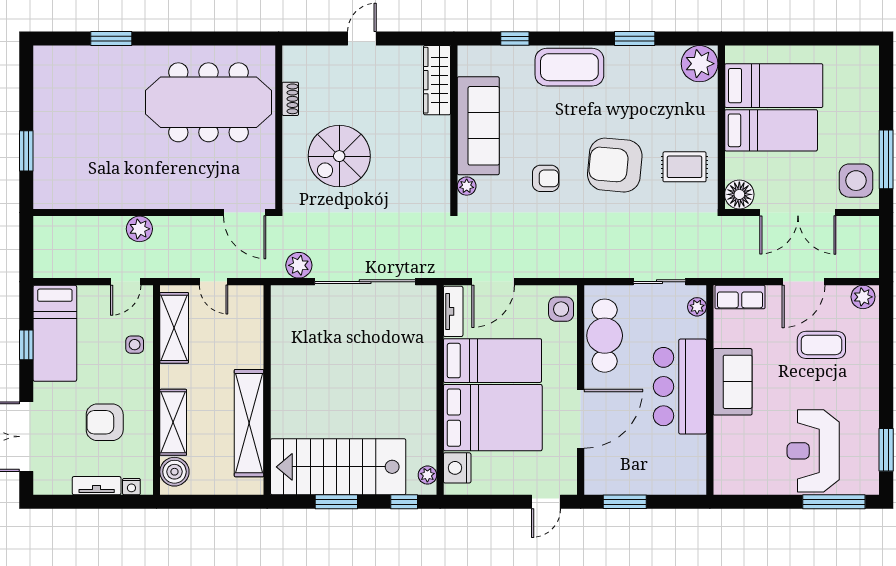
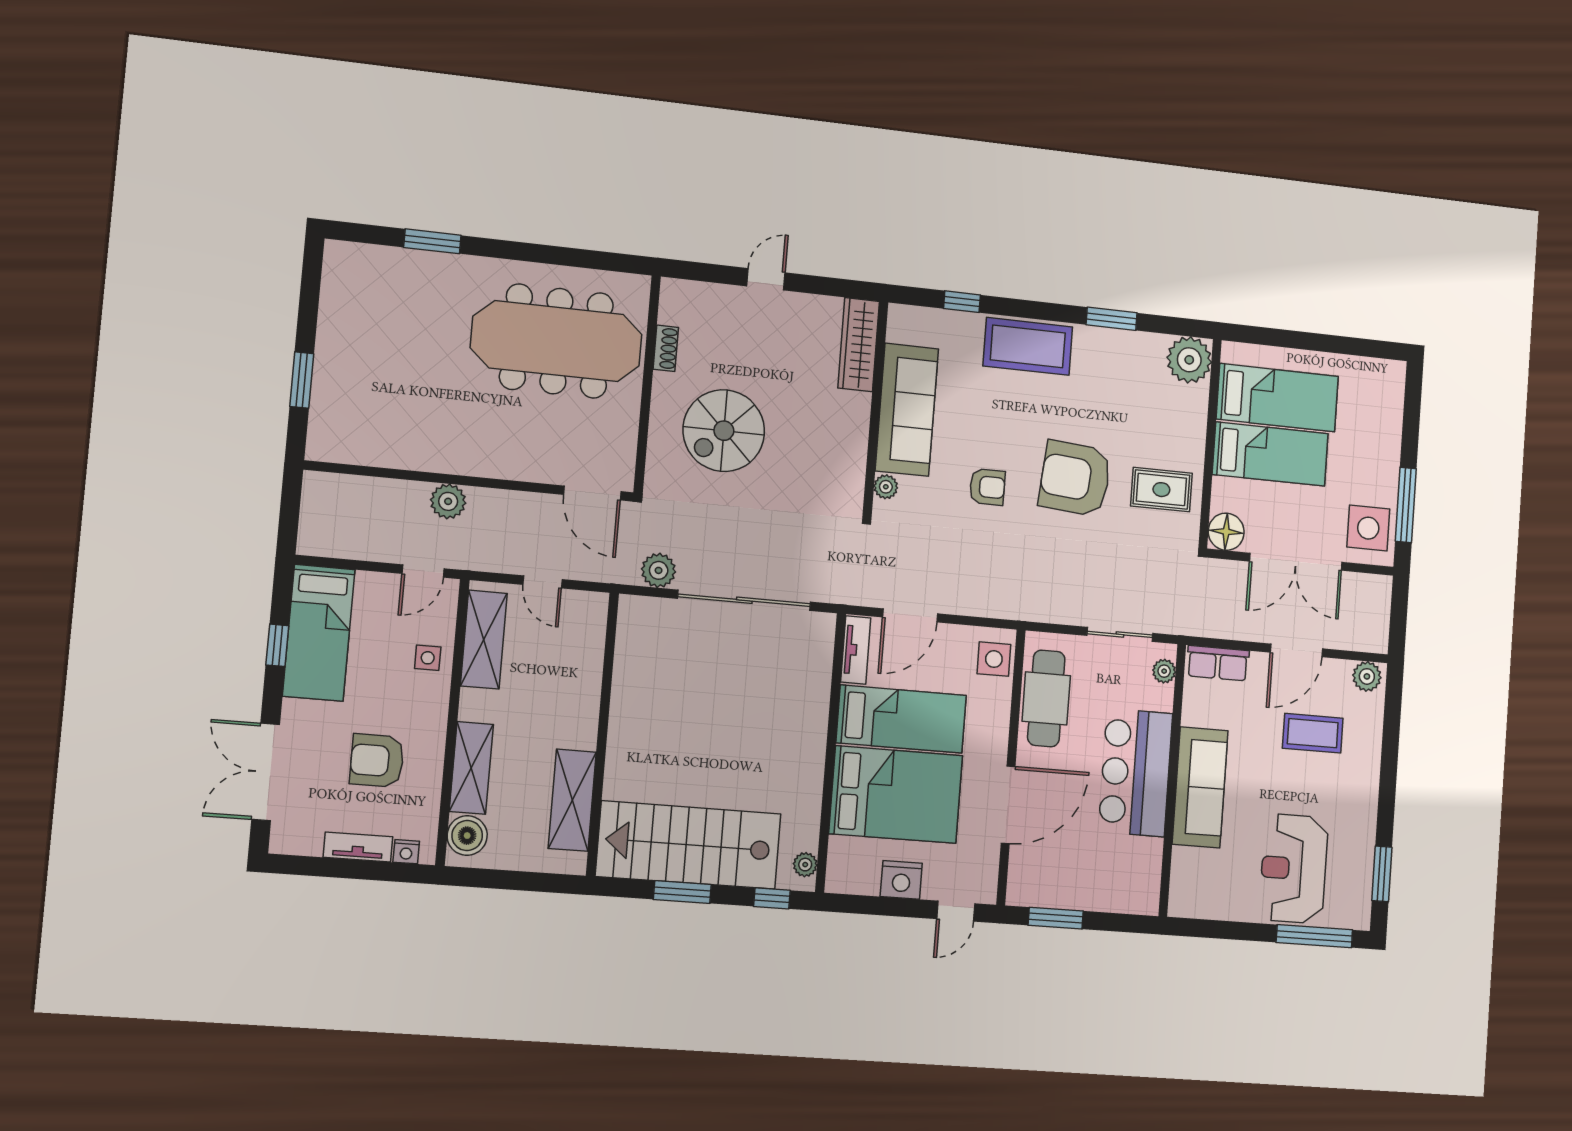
sofa: (733, 382) -> (1200, 787), width x1.36
shelving: (249, 423) -> (572, 800), width x0.68
nightstand: (457, 468) -> (901, 880), moved, turned -90

